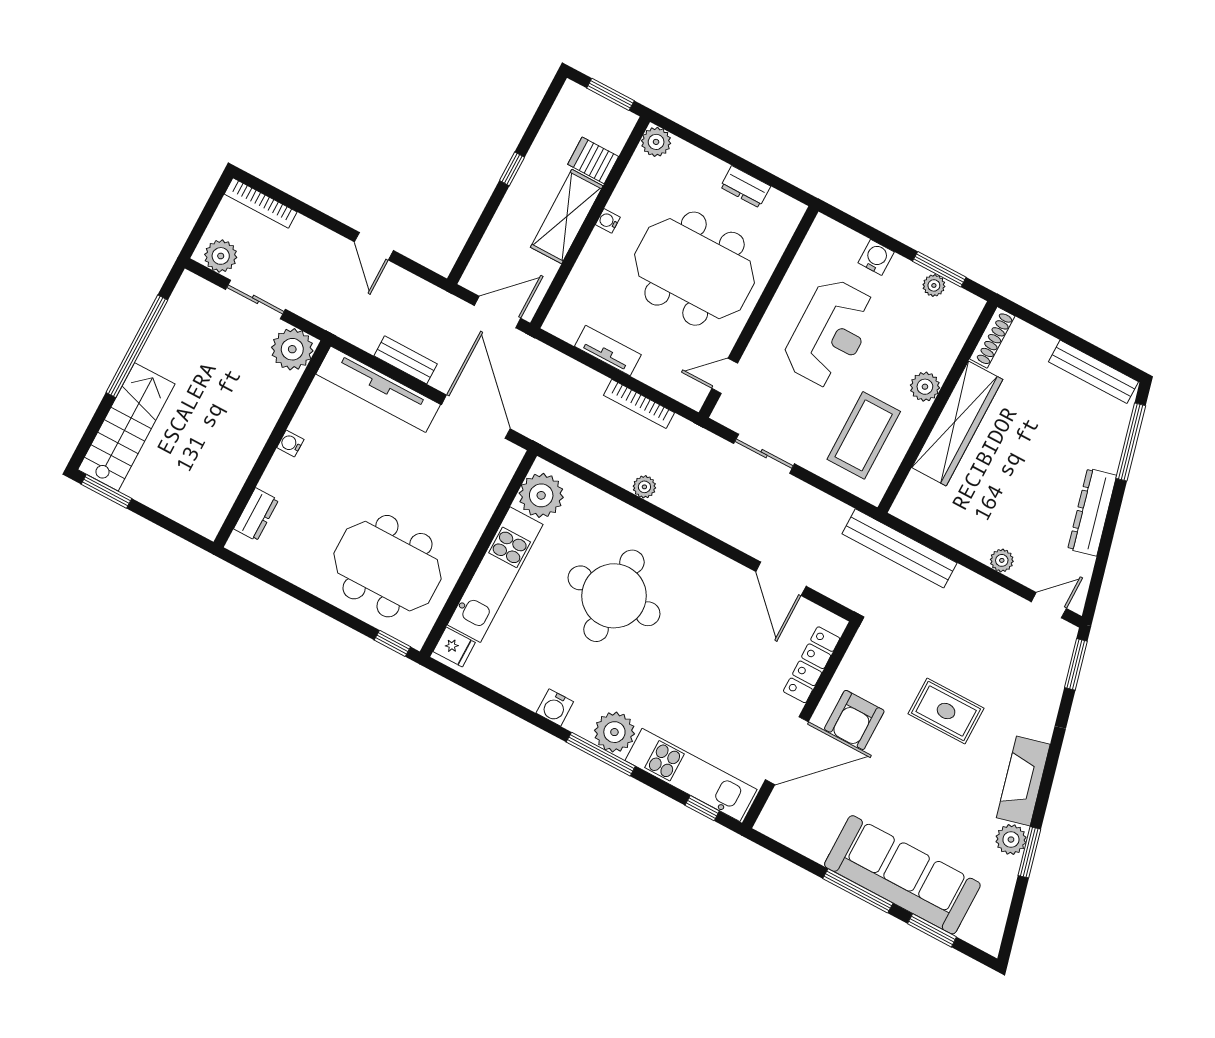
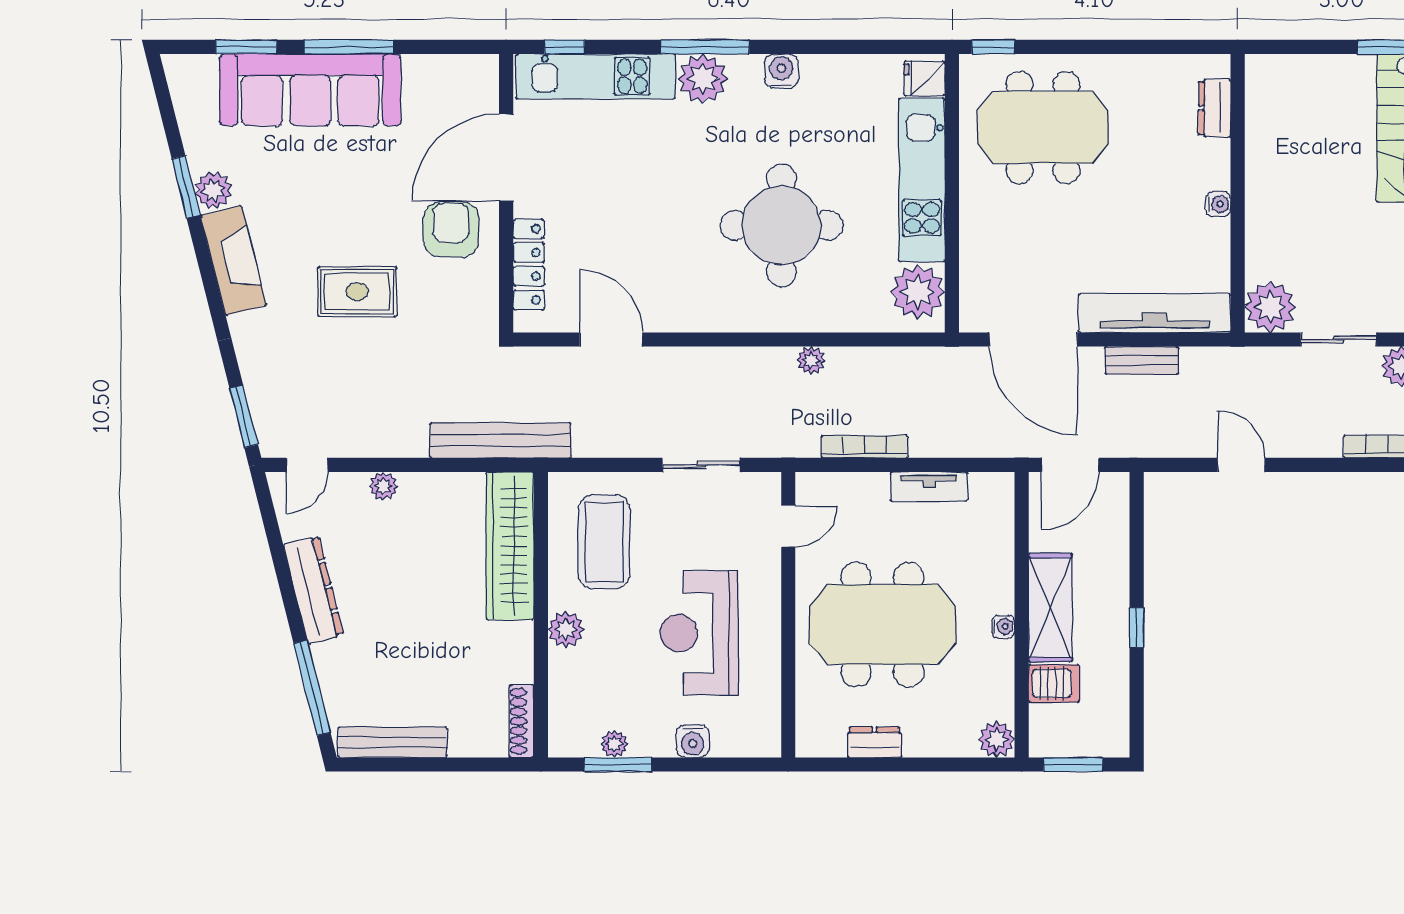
wardrobe: (957, 423) -> (510, 546), moved

